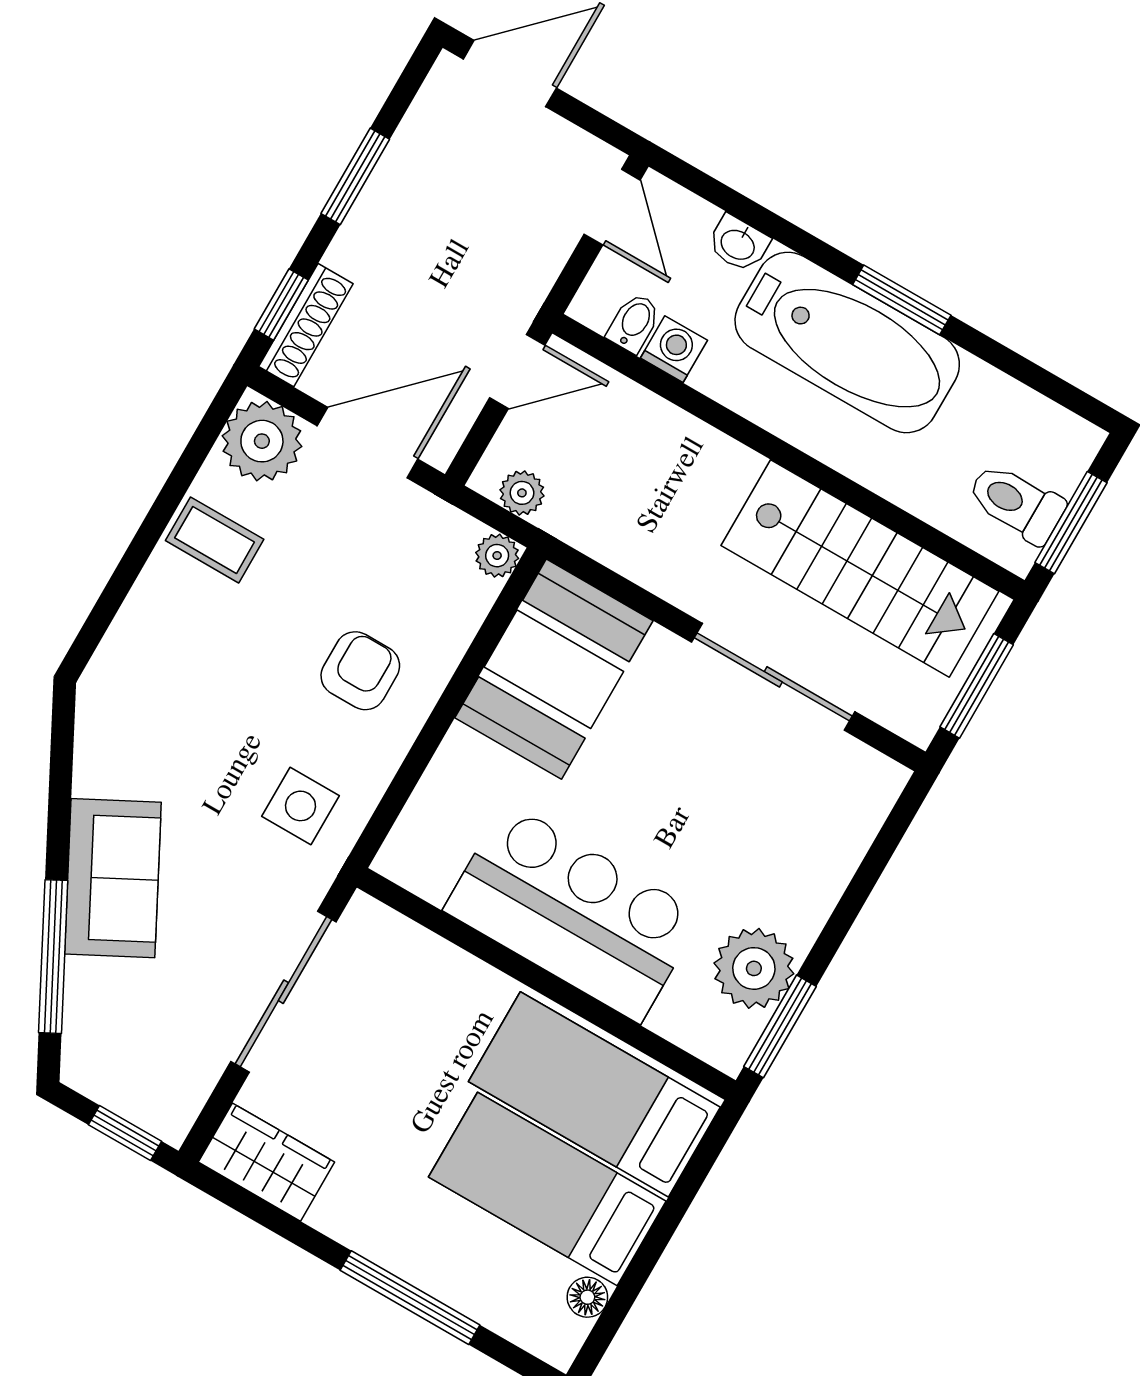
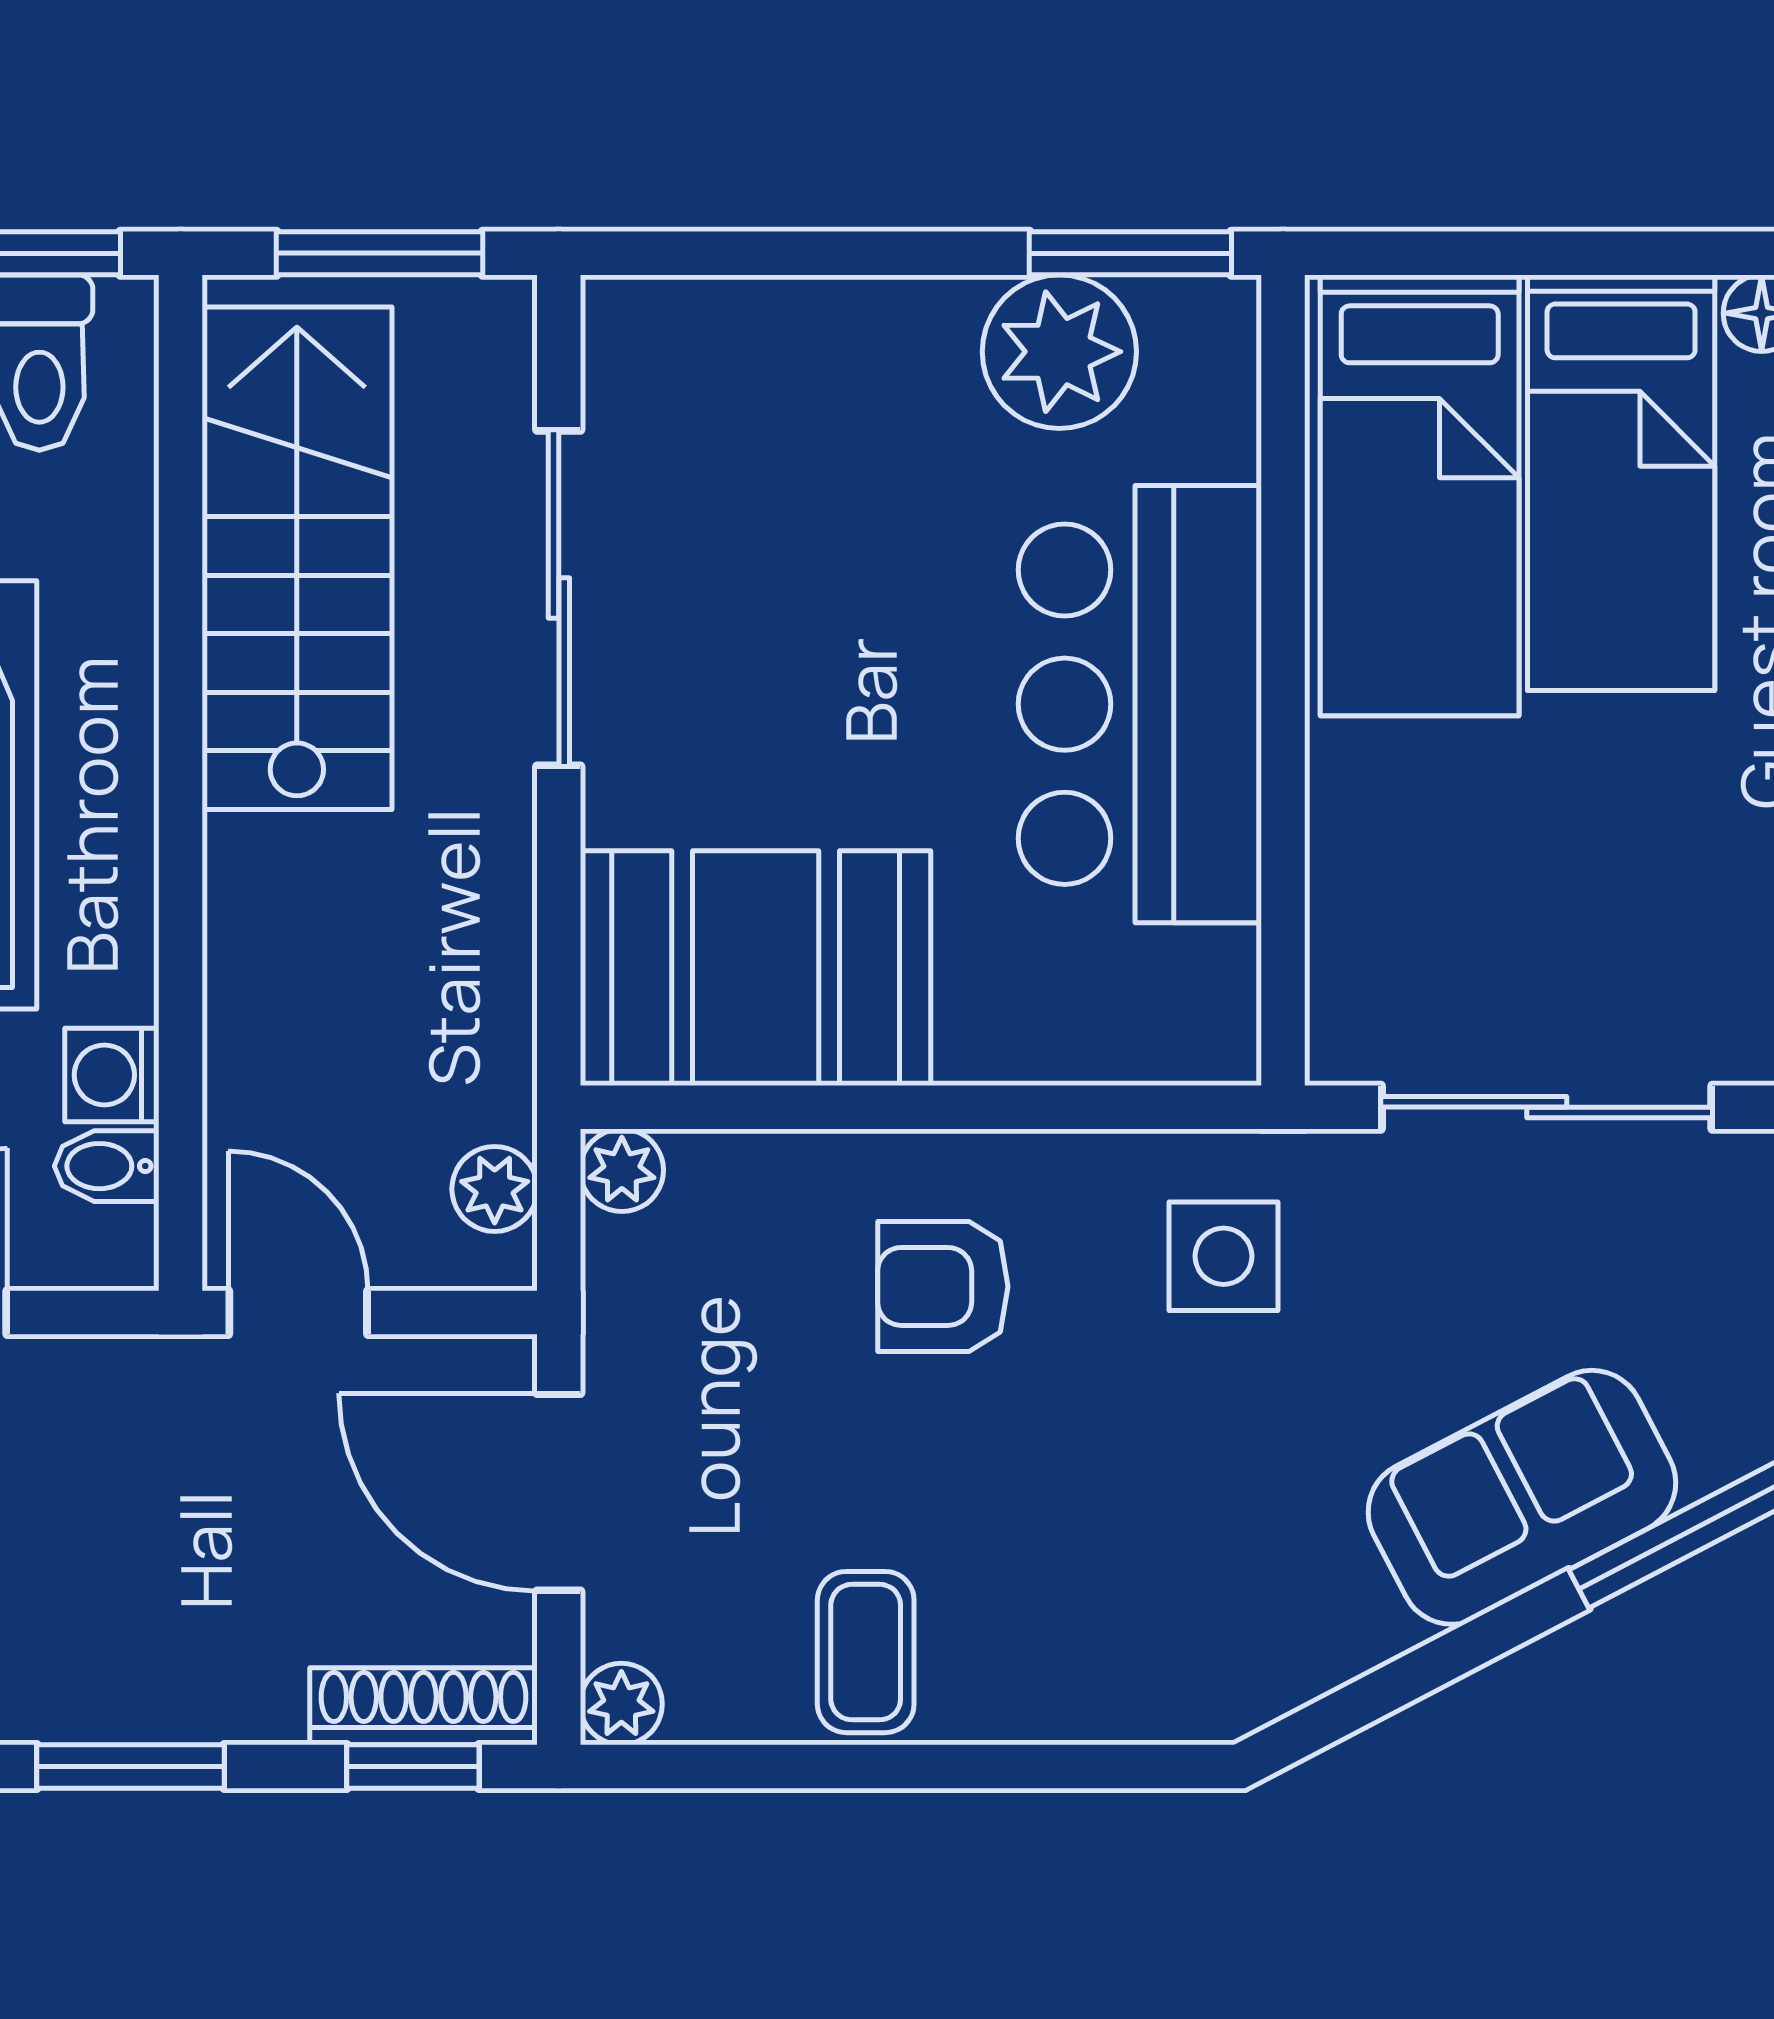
plant: (262, 441) -> (621, 1704), width x0.53, depth x0.53

